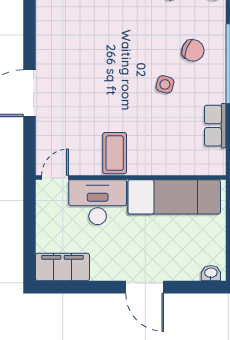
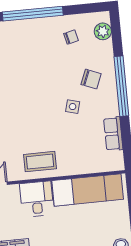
coffee table: (115, 153) -> (40, 162), turned 90
desk: (98, 202) -> (37, 199), width x0.73

